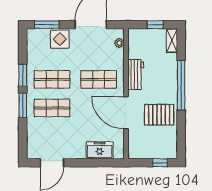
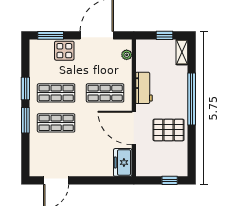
freezer: (100, 150) -> (123, 162), moved, turned -90

